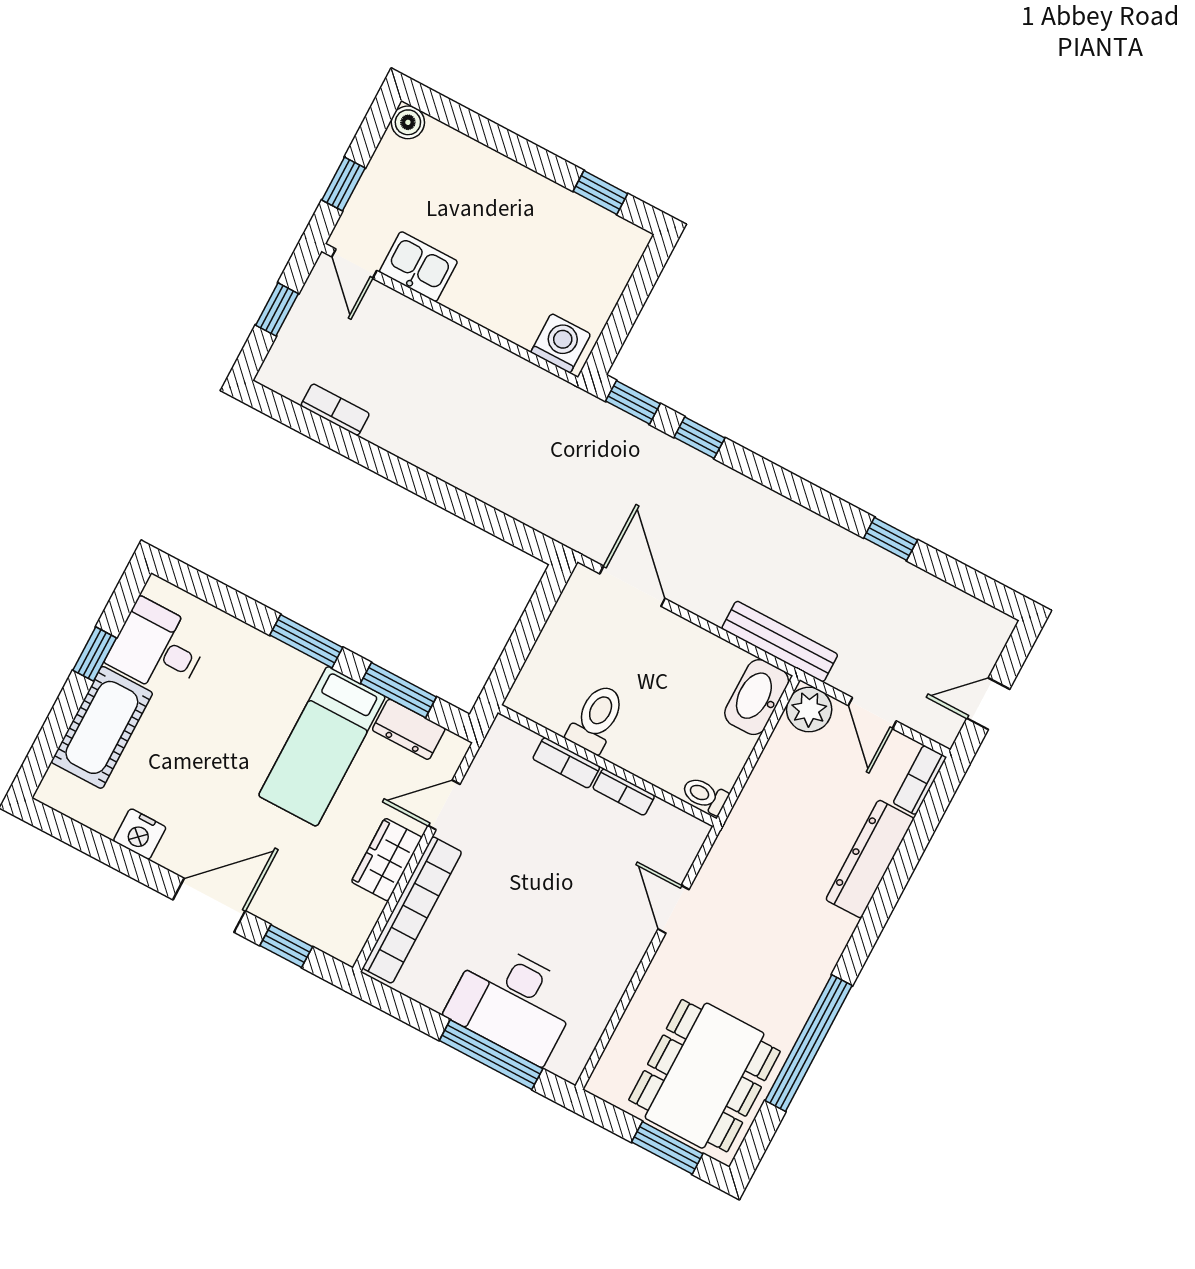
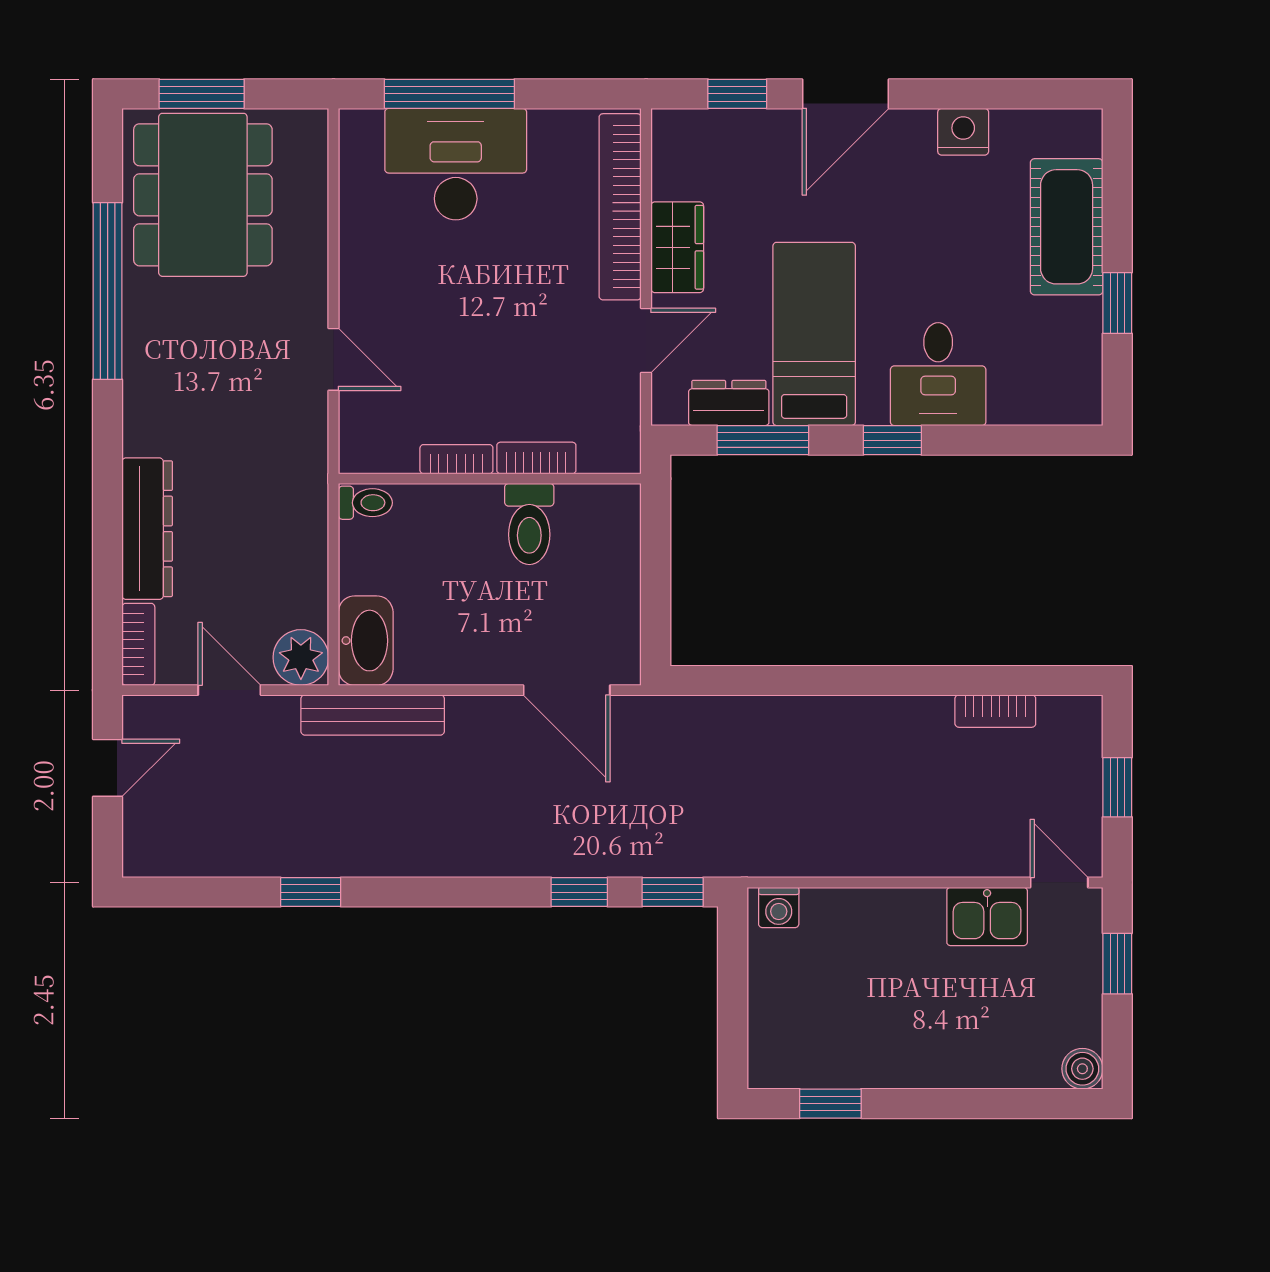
washing machine: (561, 343) -> (779, 907), width x0.73, depth x0.73
window: (306, 641) -> (892, 440), width x0.67
desk: (158, 648) -> (938, 374), moved, turned 90

